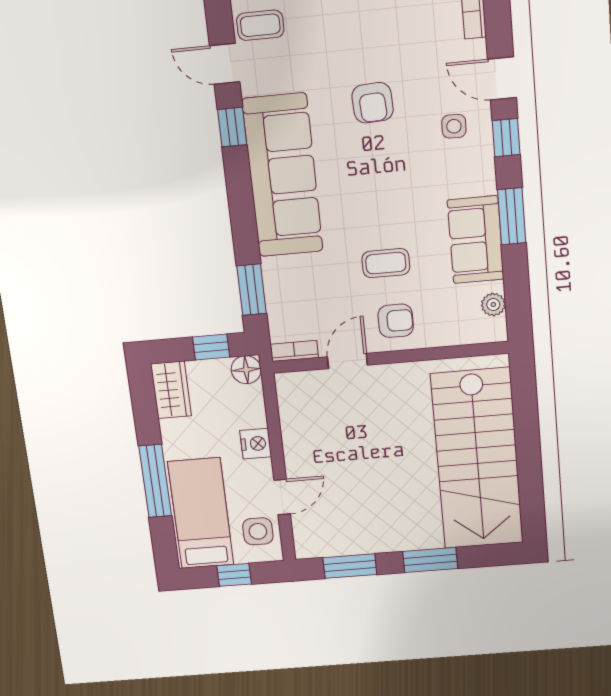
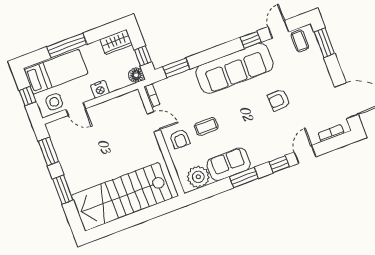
side table: (454, 126) -> (278, 139), removed
coffee table: (386, 263) -> (206, 127), turned 90
plant: (493, 305) -> (198, 177), width x1.87, depth x1.87

